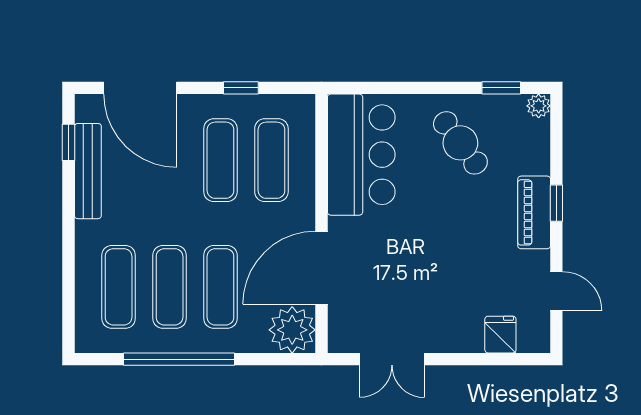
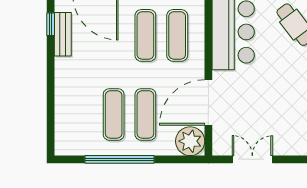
bench: (88, 171) -> (63, 34), width x0.73
exercise mat: (119, 287) -> (82, 114), removed
double door: (392, 359) -> (252, 159), swing flipped

